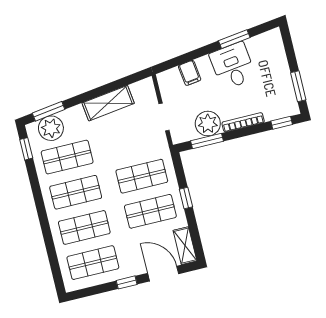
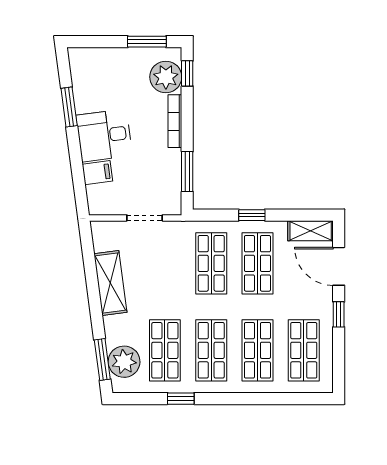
desk: (233, 66) -> (104, 135), moved
plant: (208, 124) -> (166, 77), moved
window: (26, 149) -> (181, 399), moved
door: (163, 274) -> (339, 266), hinge flipped

